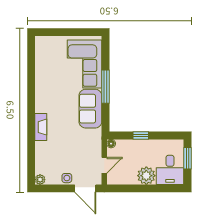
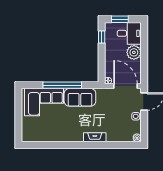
window: (106, 87) -> (62, 85), width x1.46
window: (141, 135) -> (102, 37), moved
door: (104, 165) -> (126, 86), width x1.88

